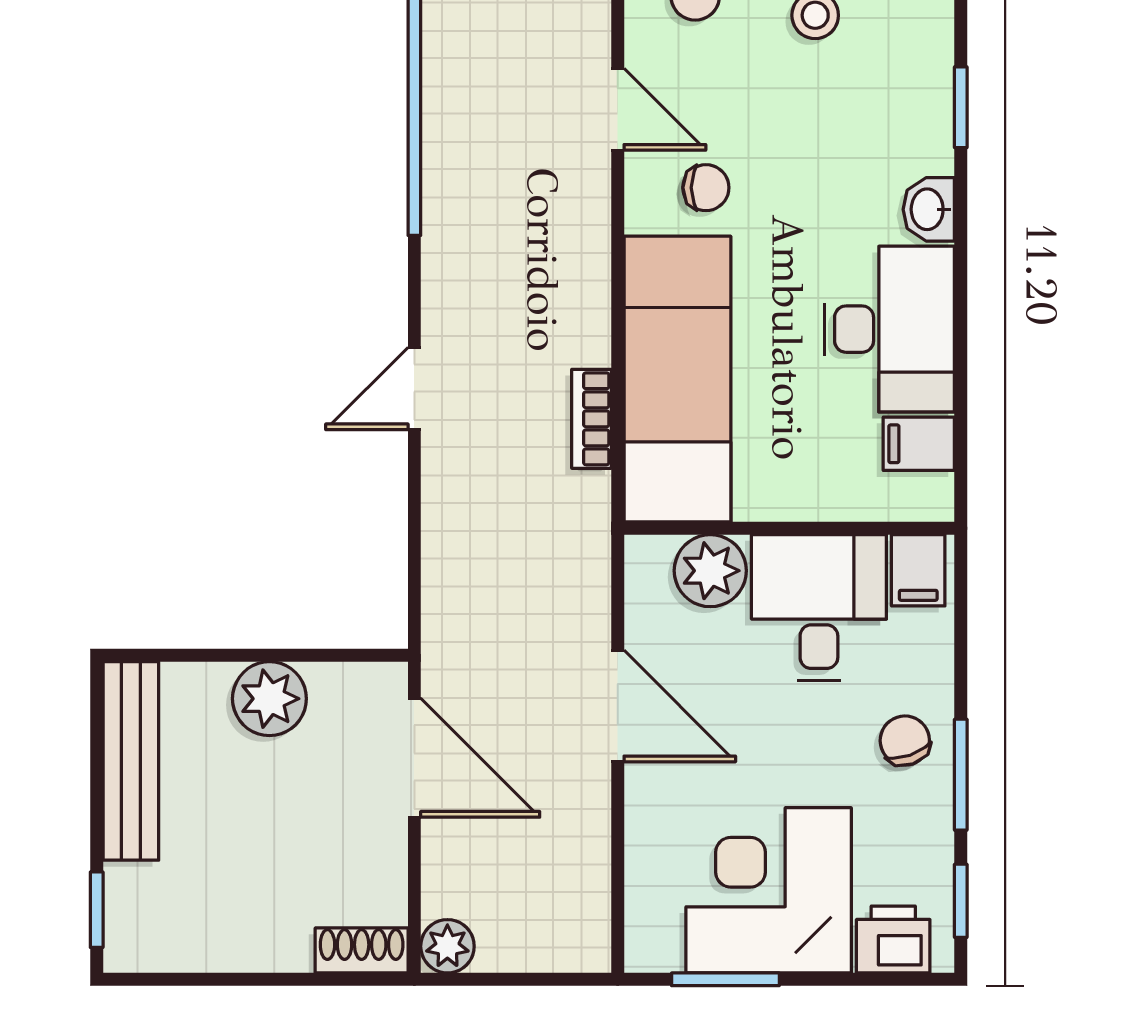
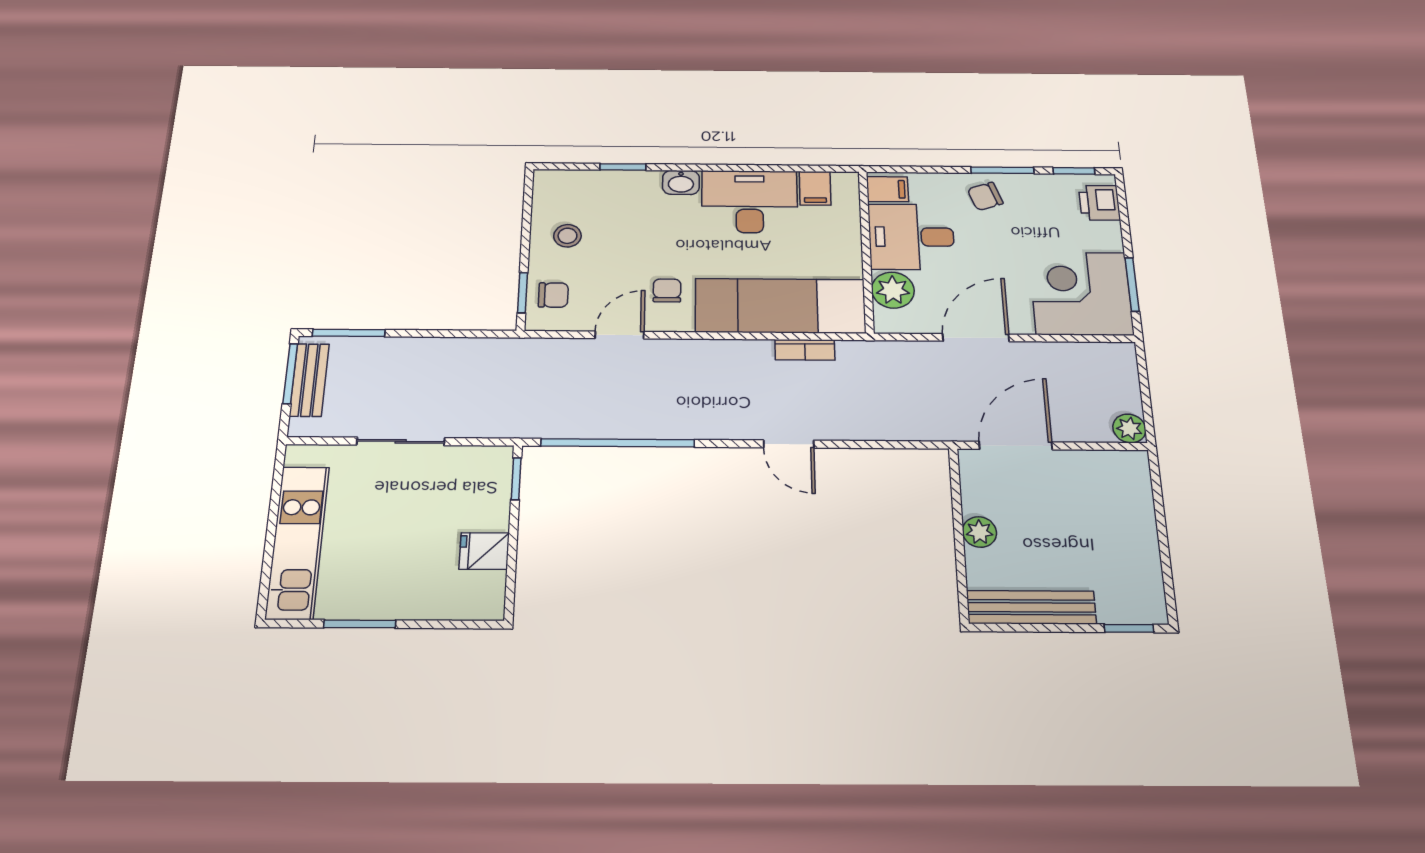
plant: (269, 699) -> (979, 532), width x0.73, depth x0.73
corner desk: (769, 890) -> (1081, 293), moved, turned 90
shoe rack: (362, 950) -> (1137, 475), removed

